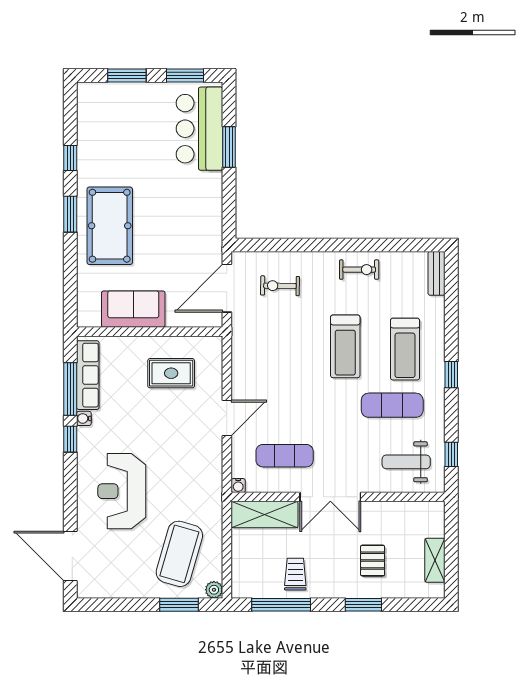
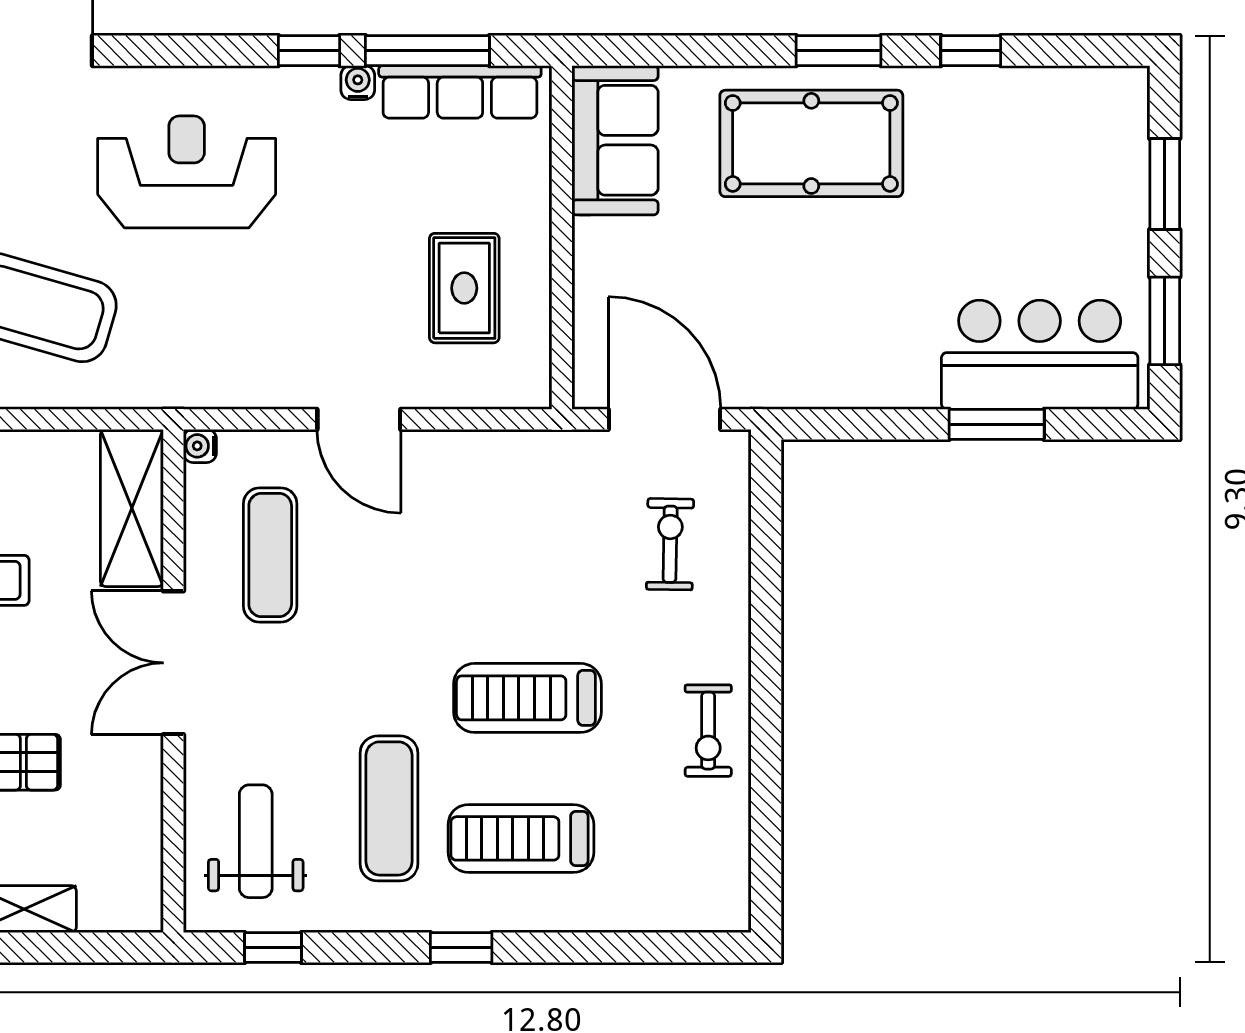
bench: (437, 273) -> (699, 913), removed
sofa: (133, 309) -> (615, 140), moved

